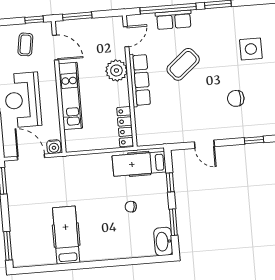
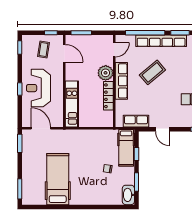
row of seats: (174, 20) -> (161, 41), width x2.02
kitchen unit: (70, 96) -> (72, 104), moved
locker: (125, 127) -> (108, 96), moved
row of seats: (166, 136) -> (136, 121), added
water cooler: (54, 147) -> (57, 122), removed
hospital bed: (139, 164) -> (126, 148), moved, turned -90
hospital bed: (66, 235) -> (58, 179), width x1.37, depth x1.29

